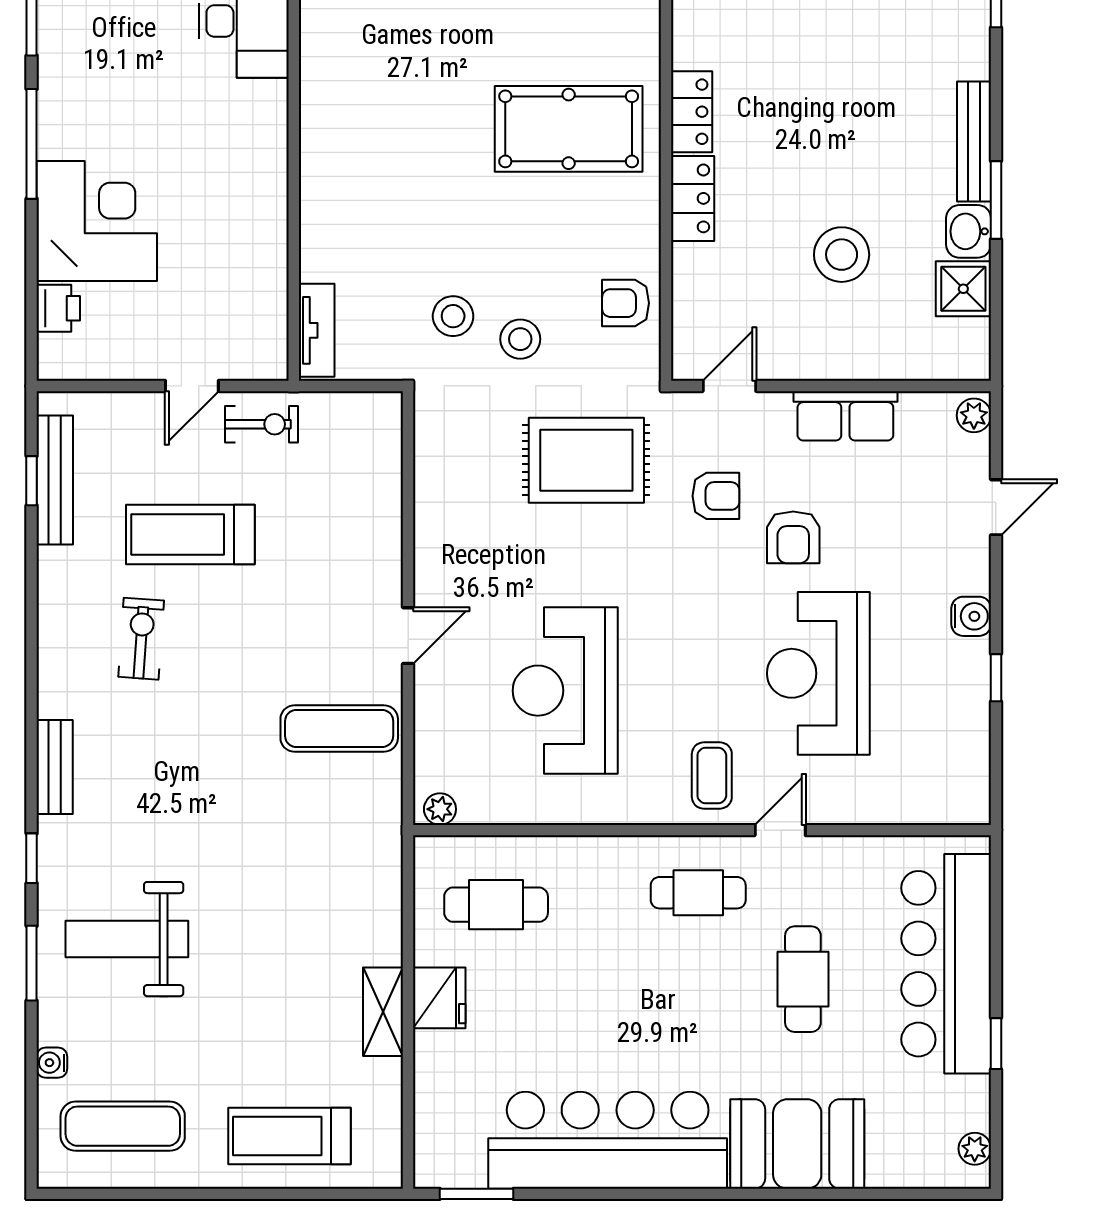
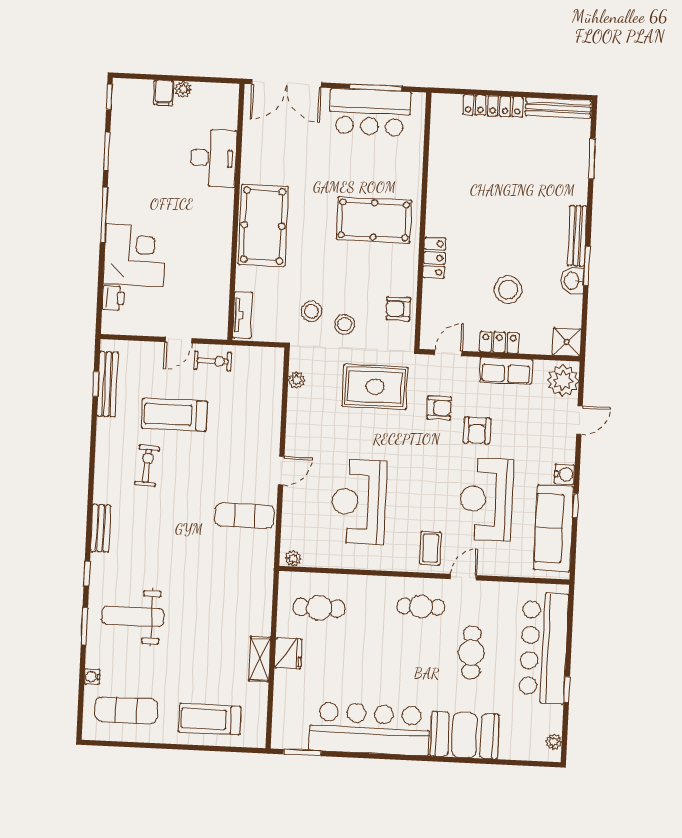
locker: (692, 112) -> (499, 342), moved, turned -90
pool table: (349, 150) -> (263, 225), added
shower: (963, 289) -> (567, 342), moved
plant: (974, 415) -> (563, 381), width x1.88, depth x1.88
plant: (430, 454) -> (296, 380), added
sofa: (955, 724) -> (554, 528), added

